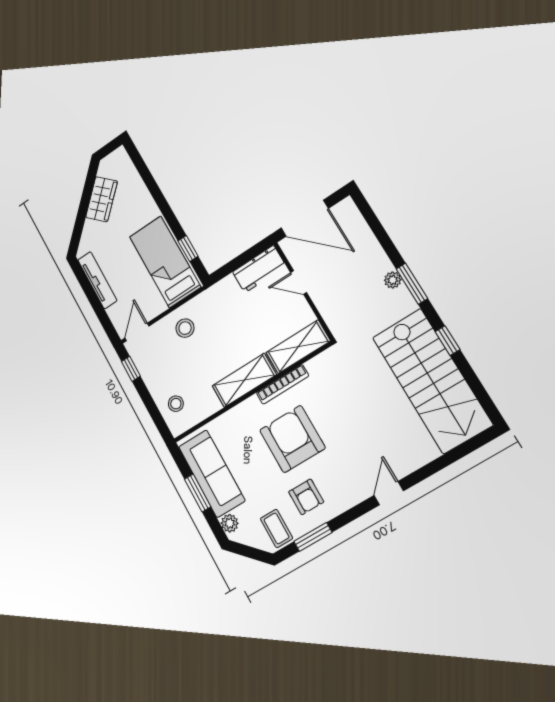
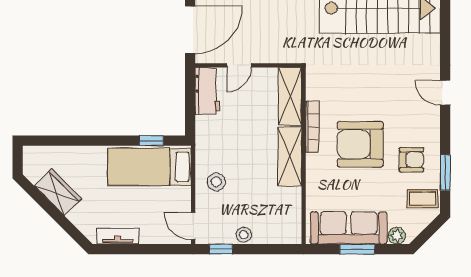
tv unit: (97, 280) -> (118, 236), width x0.71
stool: (176, 404) -> (244, 235), moved

